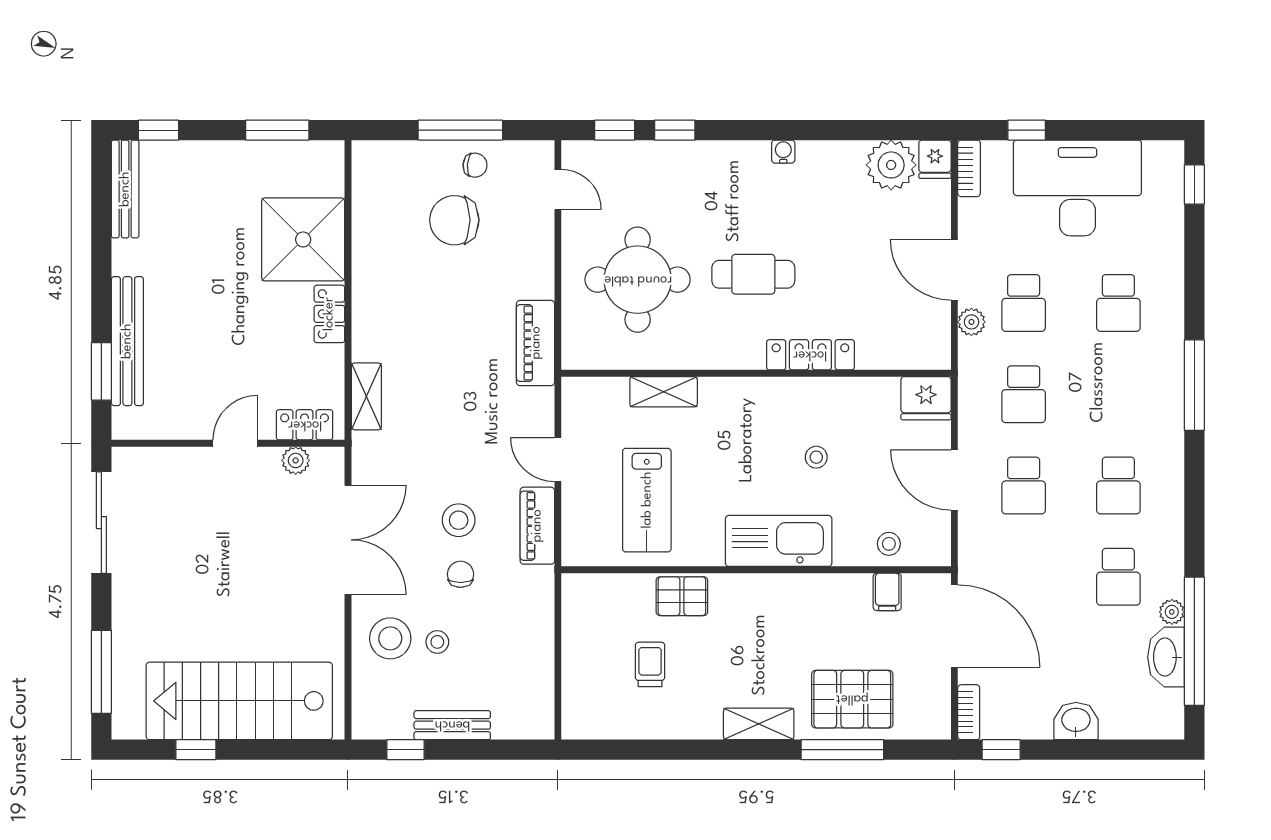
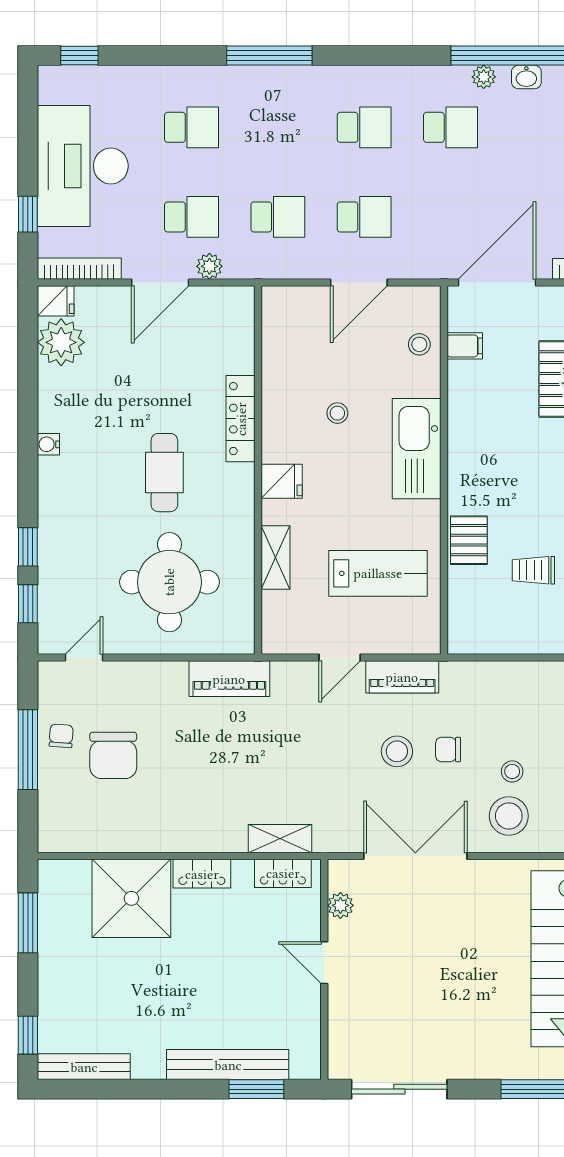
bookcase: (969, 168) -> (79, 269), width x1.56
fridge: (926, 398) -> (282, 481), moved, width x0.72
locker: (305, 425) -> (283, 873), moved, turned -90
washbasin: (1166, 657) -> (526, 77), width x0.52, depth x0.69

